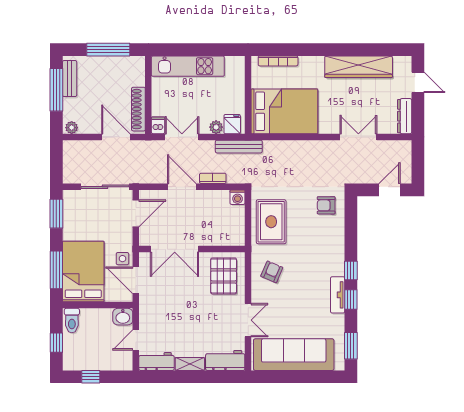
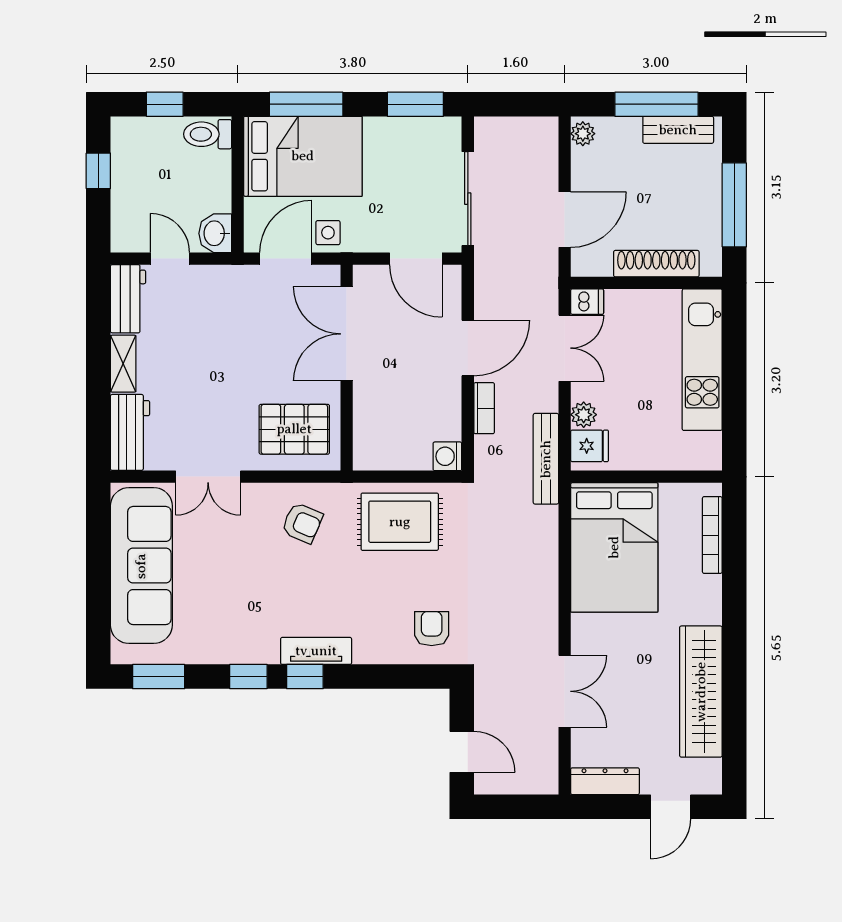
shoe rack: (138, 109) -> (656, 264), moved
tv unit: (338, 295) -> (316, 651), moved

